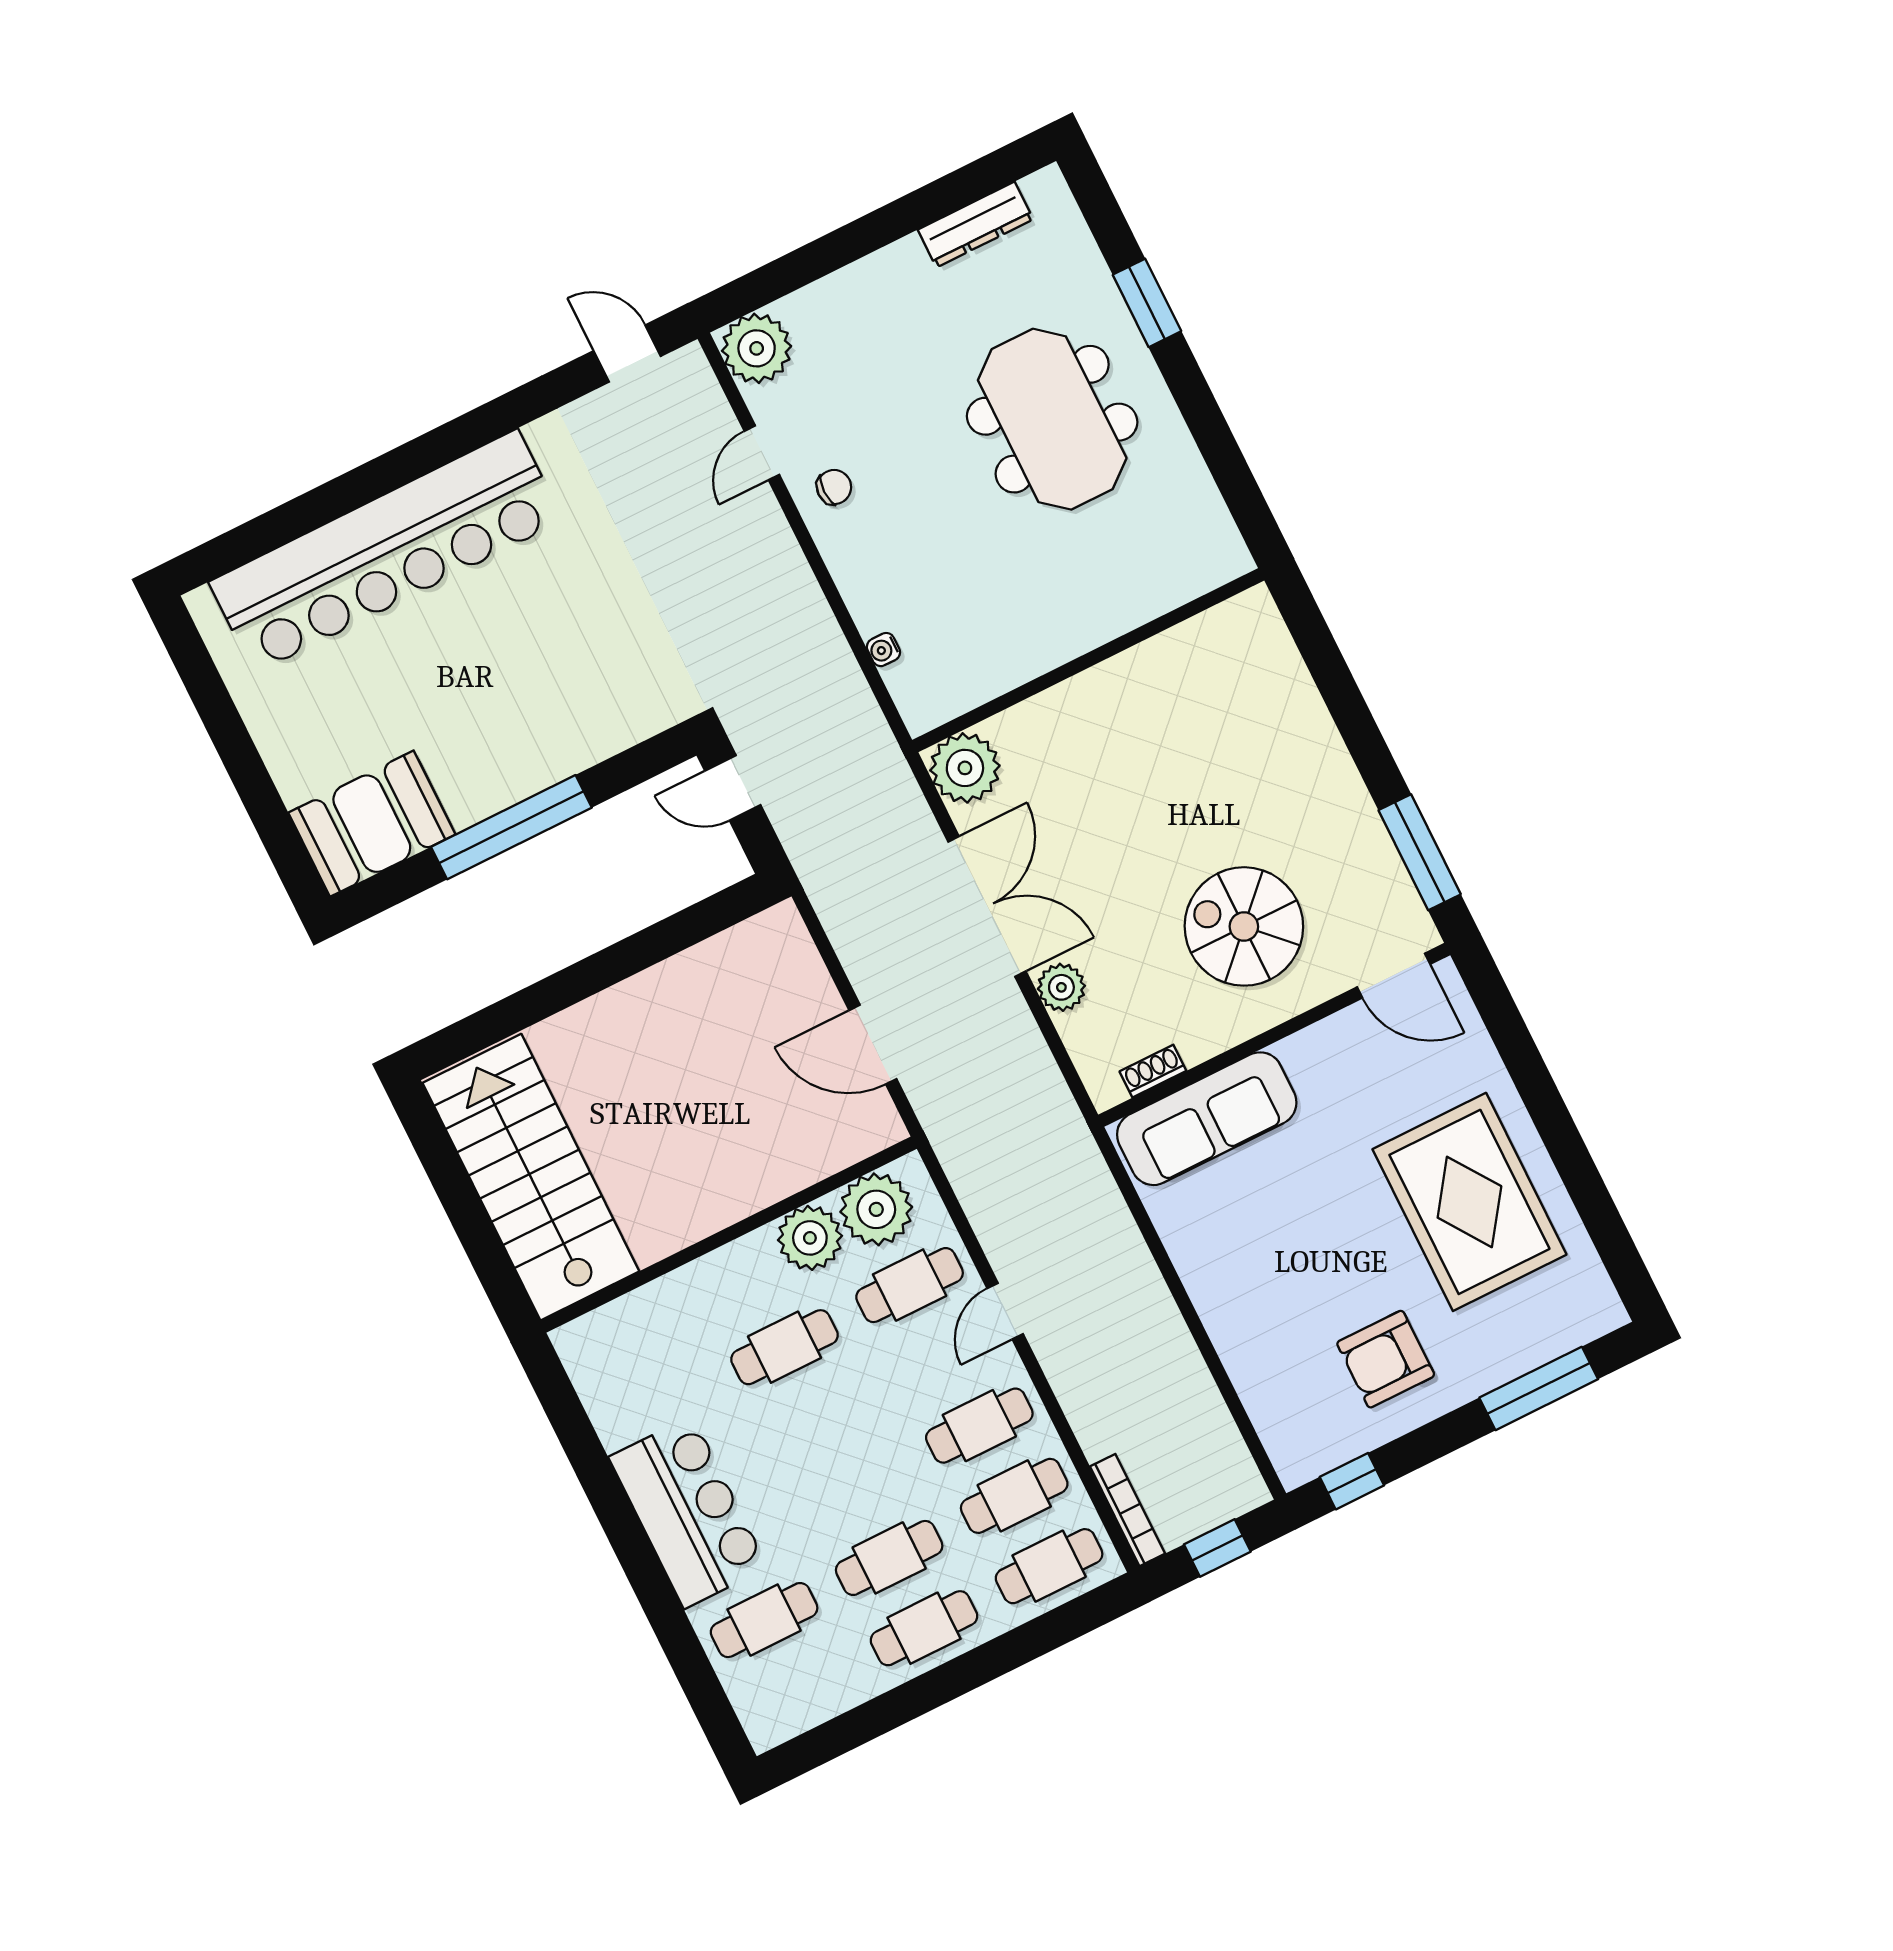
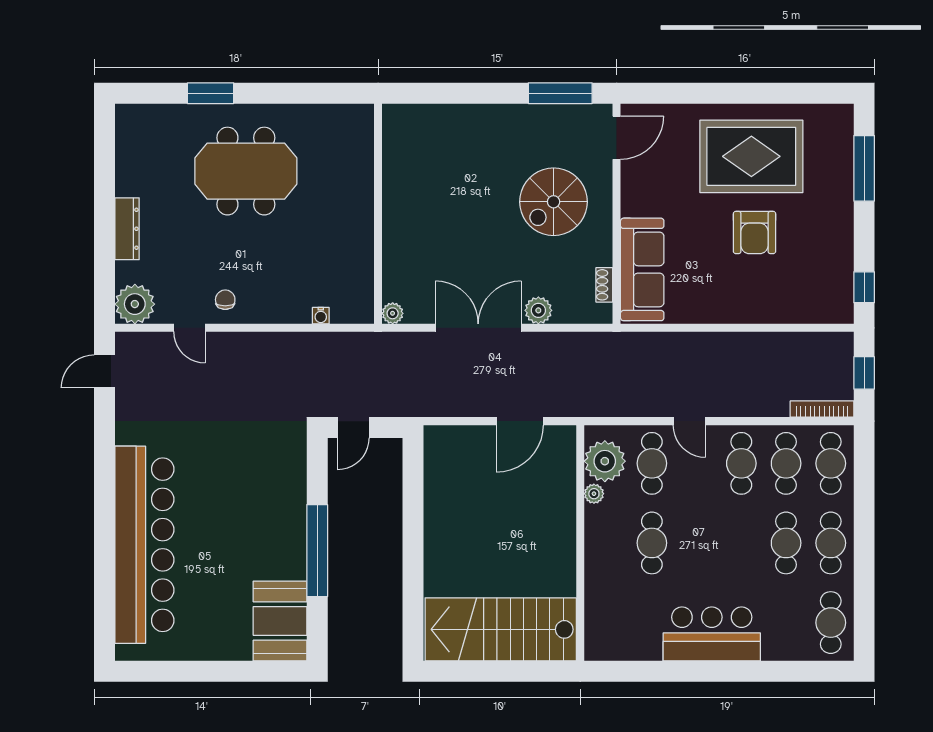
dresser: (976, 224) -> (127, 229), moved
plant: (965, 768) -> (393, 313), width x0.53, depth x0.53
plant: (810, 1238) -> (594, 494), width x0.53, depth x0.53
armchair: (1386, 1359) -> (755, 232), moved
cafe table: (764, 1620) -> (831, 623), moved

